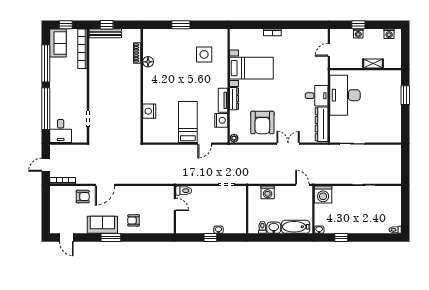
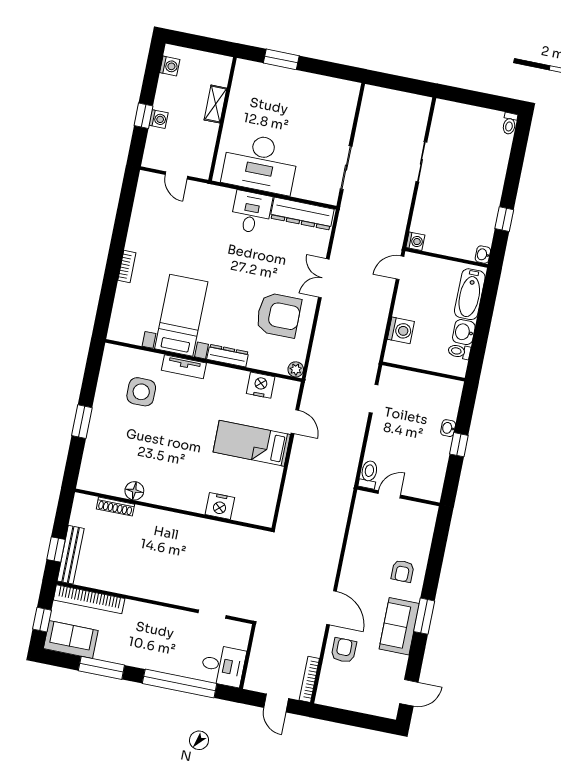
window: (46, 63) -> (101, 668), width x0.68
tv unit: (223, 100) -> (184, 367), moved
washing machine: (323, 195) -> (415, 241), width x0.53, depth x0.53

